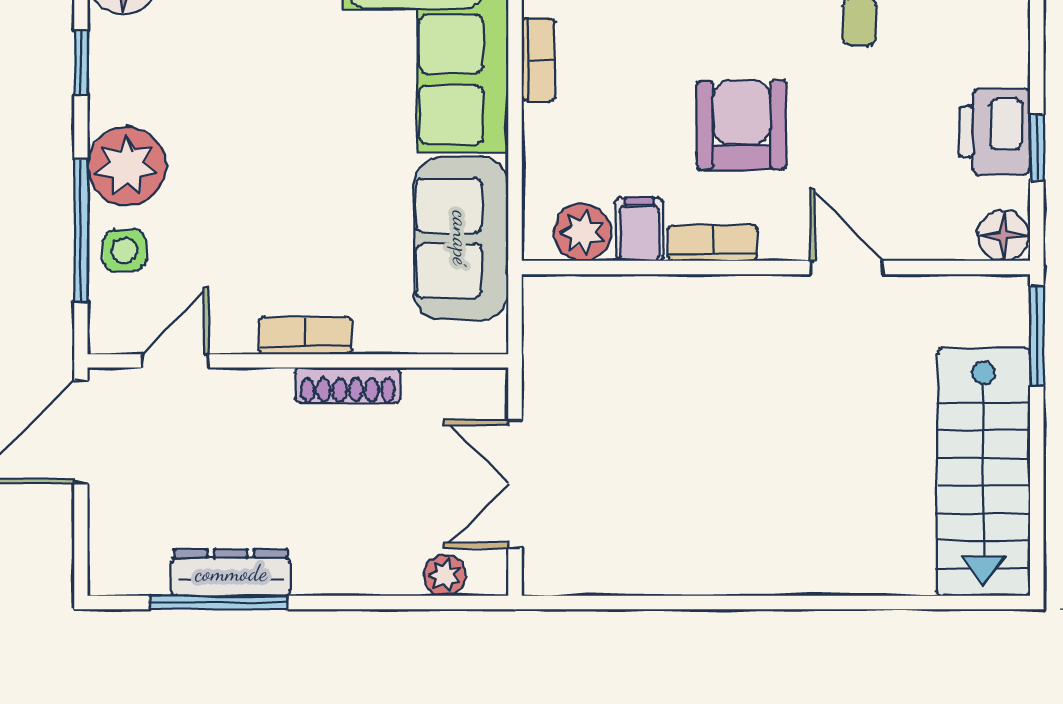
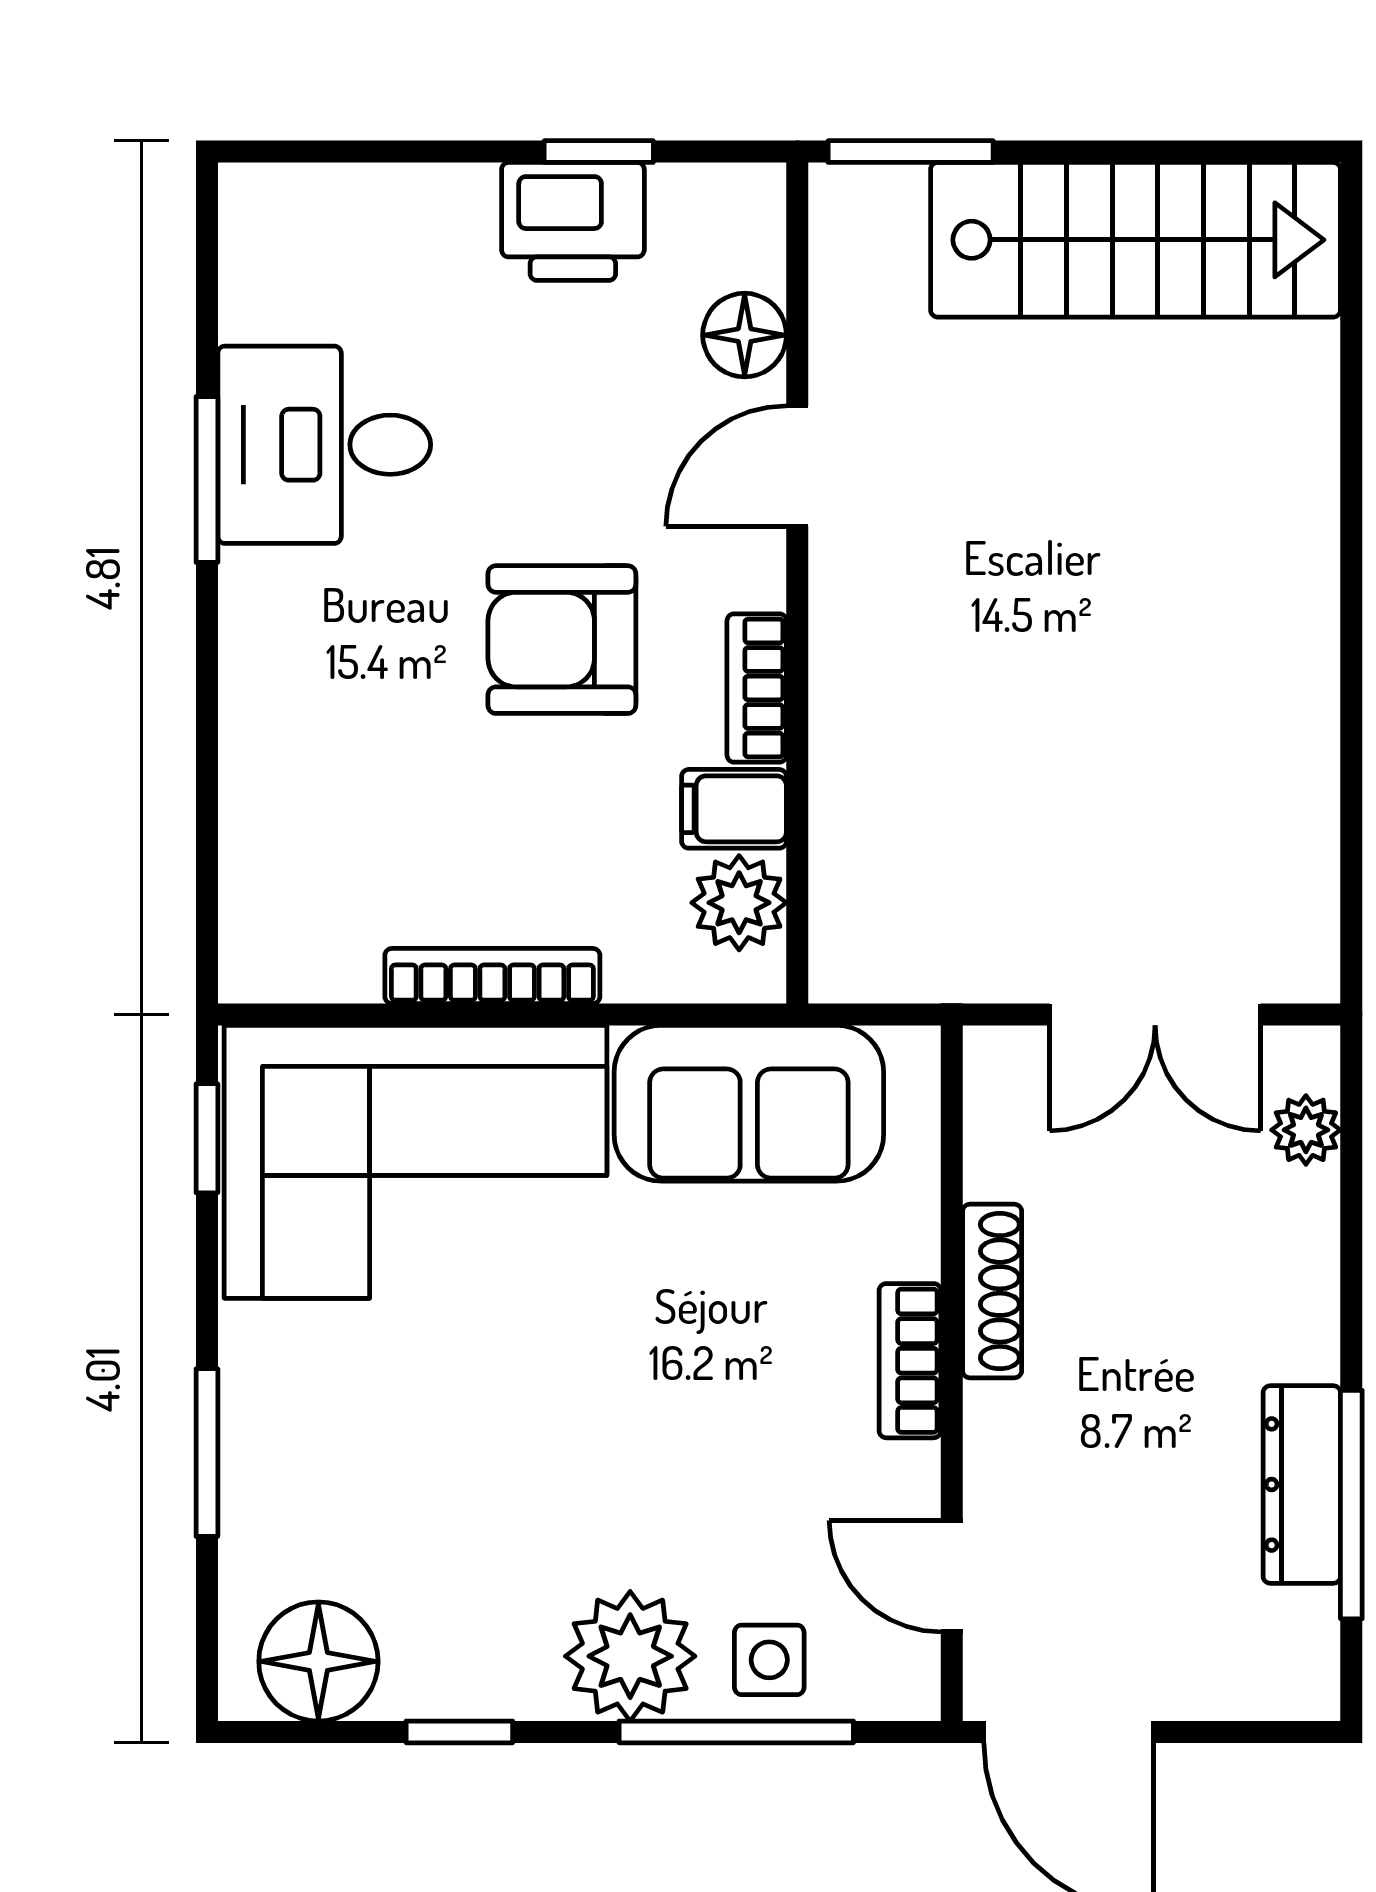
bookcase: (538, 60) -> (492, 976), width x1.56
floor lamp: (1003, 236) -> (745, 335), moved

